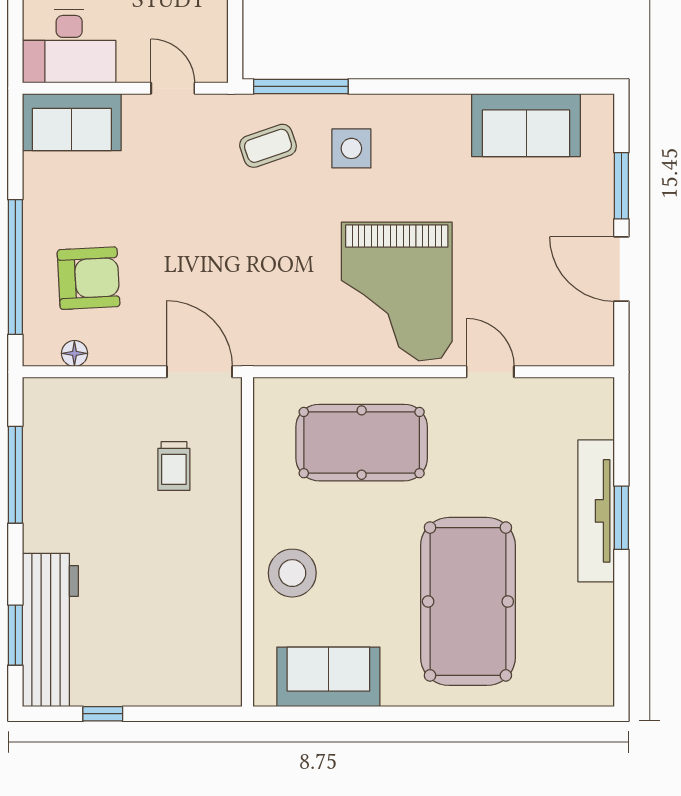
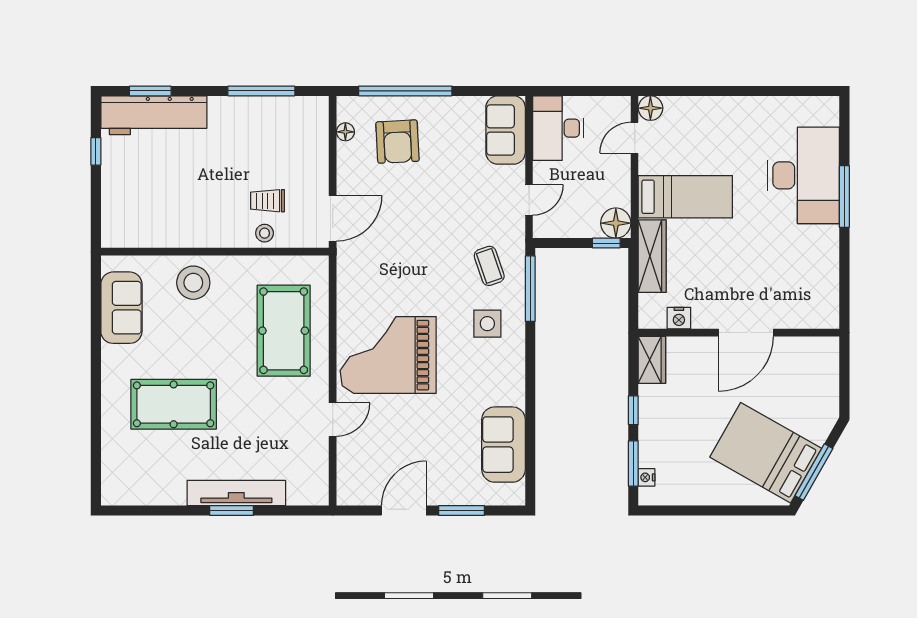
stool: (221, 470) -> (265, 233), added
pool table: (468, 601) -> (174, 404), width x0.73, depth x0.76

